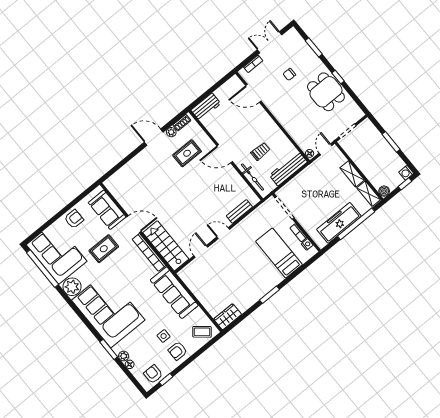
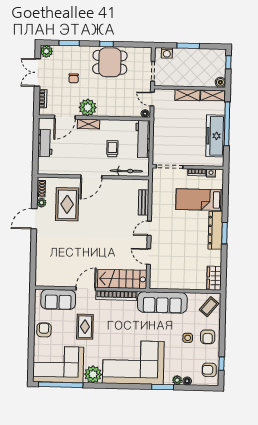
plant: (292, 35) -> (46, 51), added
plant: (276, 105) -> (88, 107), added
workbench: (206, 107) -> (45, 143), moved
shelving: (264, 116) -> (89, 124), added
rug: (187, 153) -> (67, 204), width x1.36, depth x1.43
washing machine: (406, 173) -> (167, 53), moved
dresser: (266, 286) -> (215, 230), added

